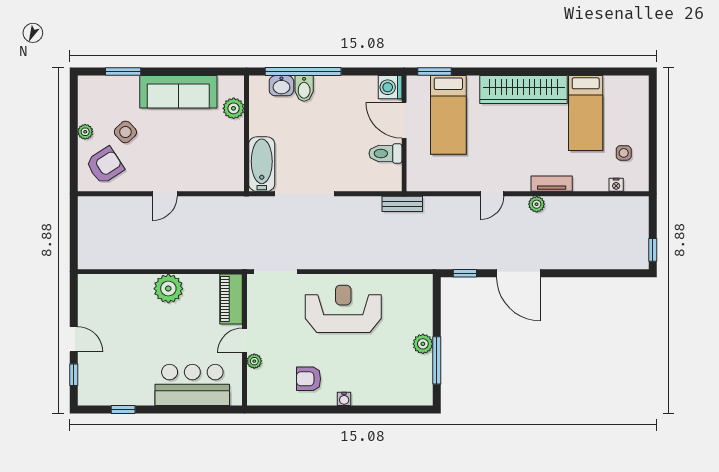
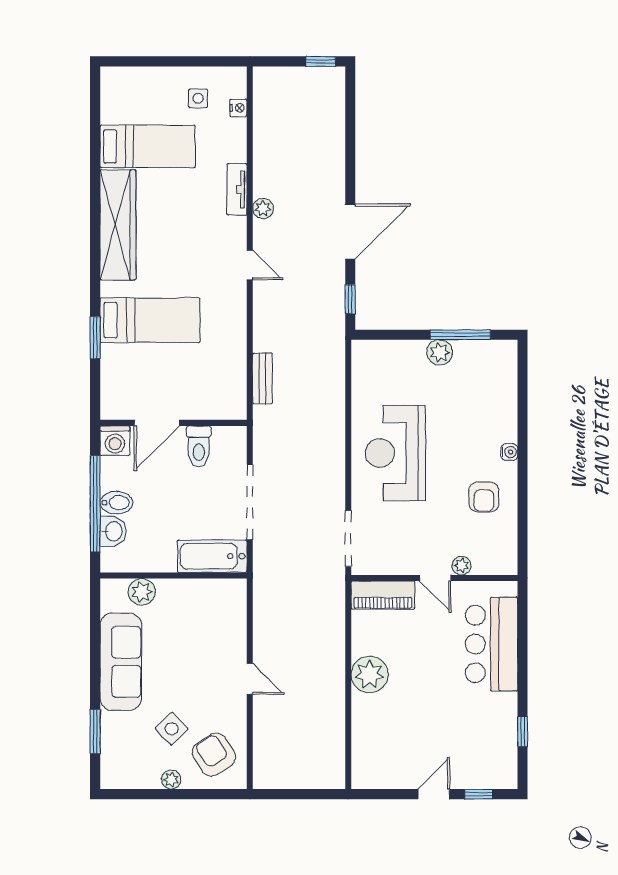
washing machine: (390, 87) -> (115, 441), moved
door: (404, 120) -> (157, 423), moved
wall: (404, 133) -> (173, 423), moved
toilet: (385, 153) -> (199, 446), moved

